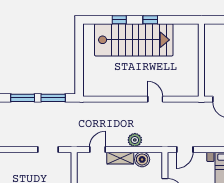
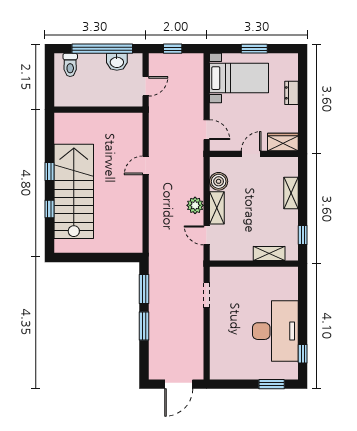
plant: (135, 140) -> (195, 205), moved

